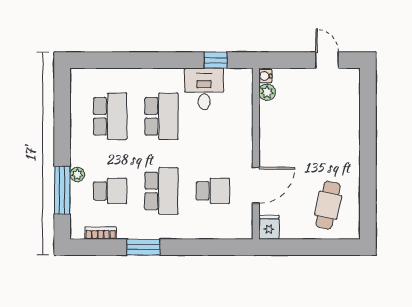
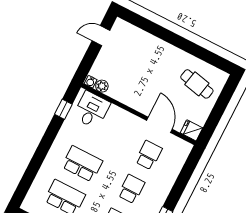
desk: (204, 89) -> (92, 110), moved, turned 90
school desk: (161, 191) -> (131, 189), width x0.54

